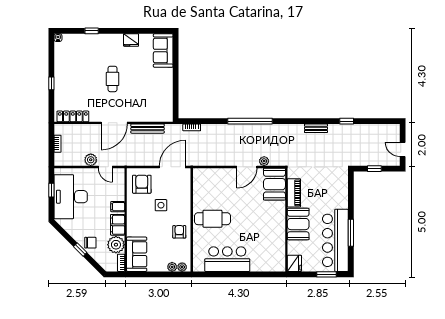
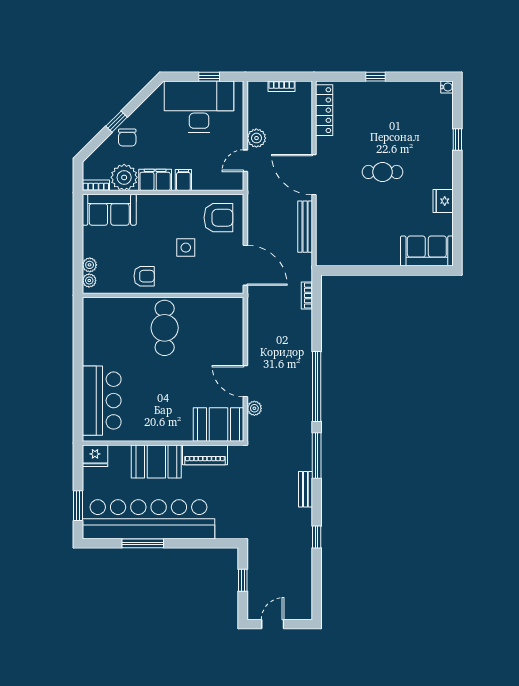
window: (294, 121) -> (317, 455), added
bar counter: (335, 240) -> (148, 519), width x1.36
bar counter: (227, 259) -> (102, 401), moved

